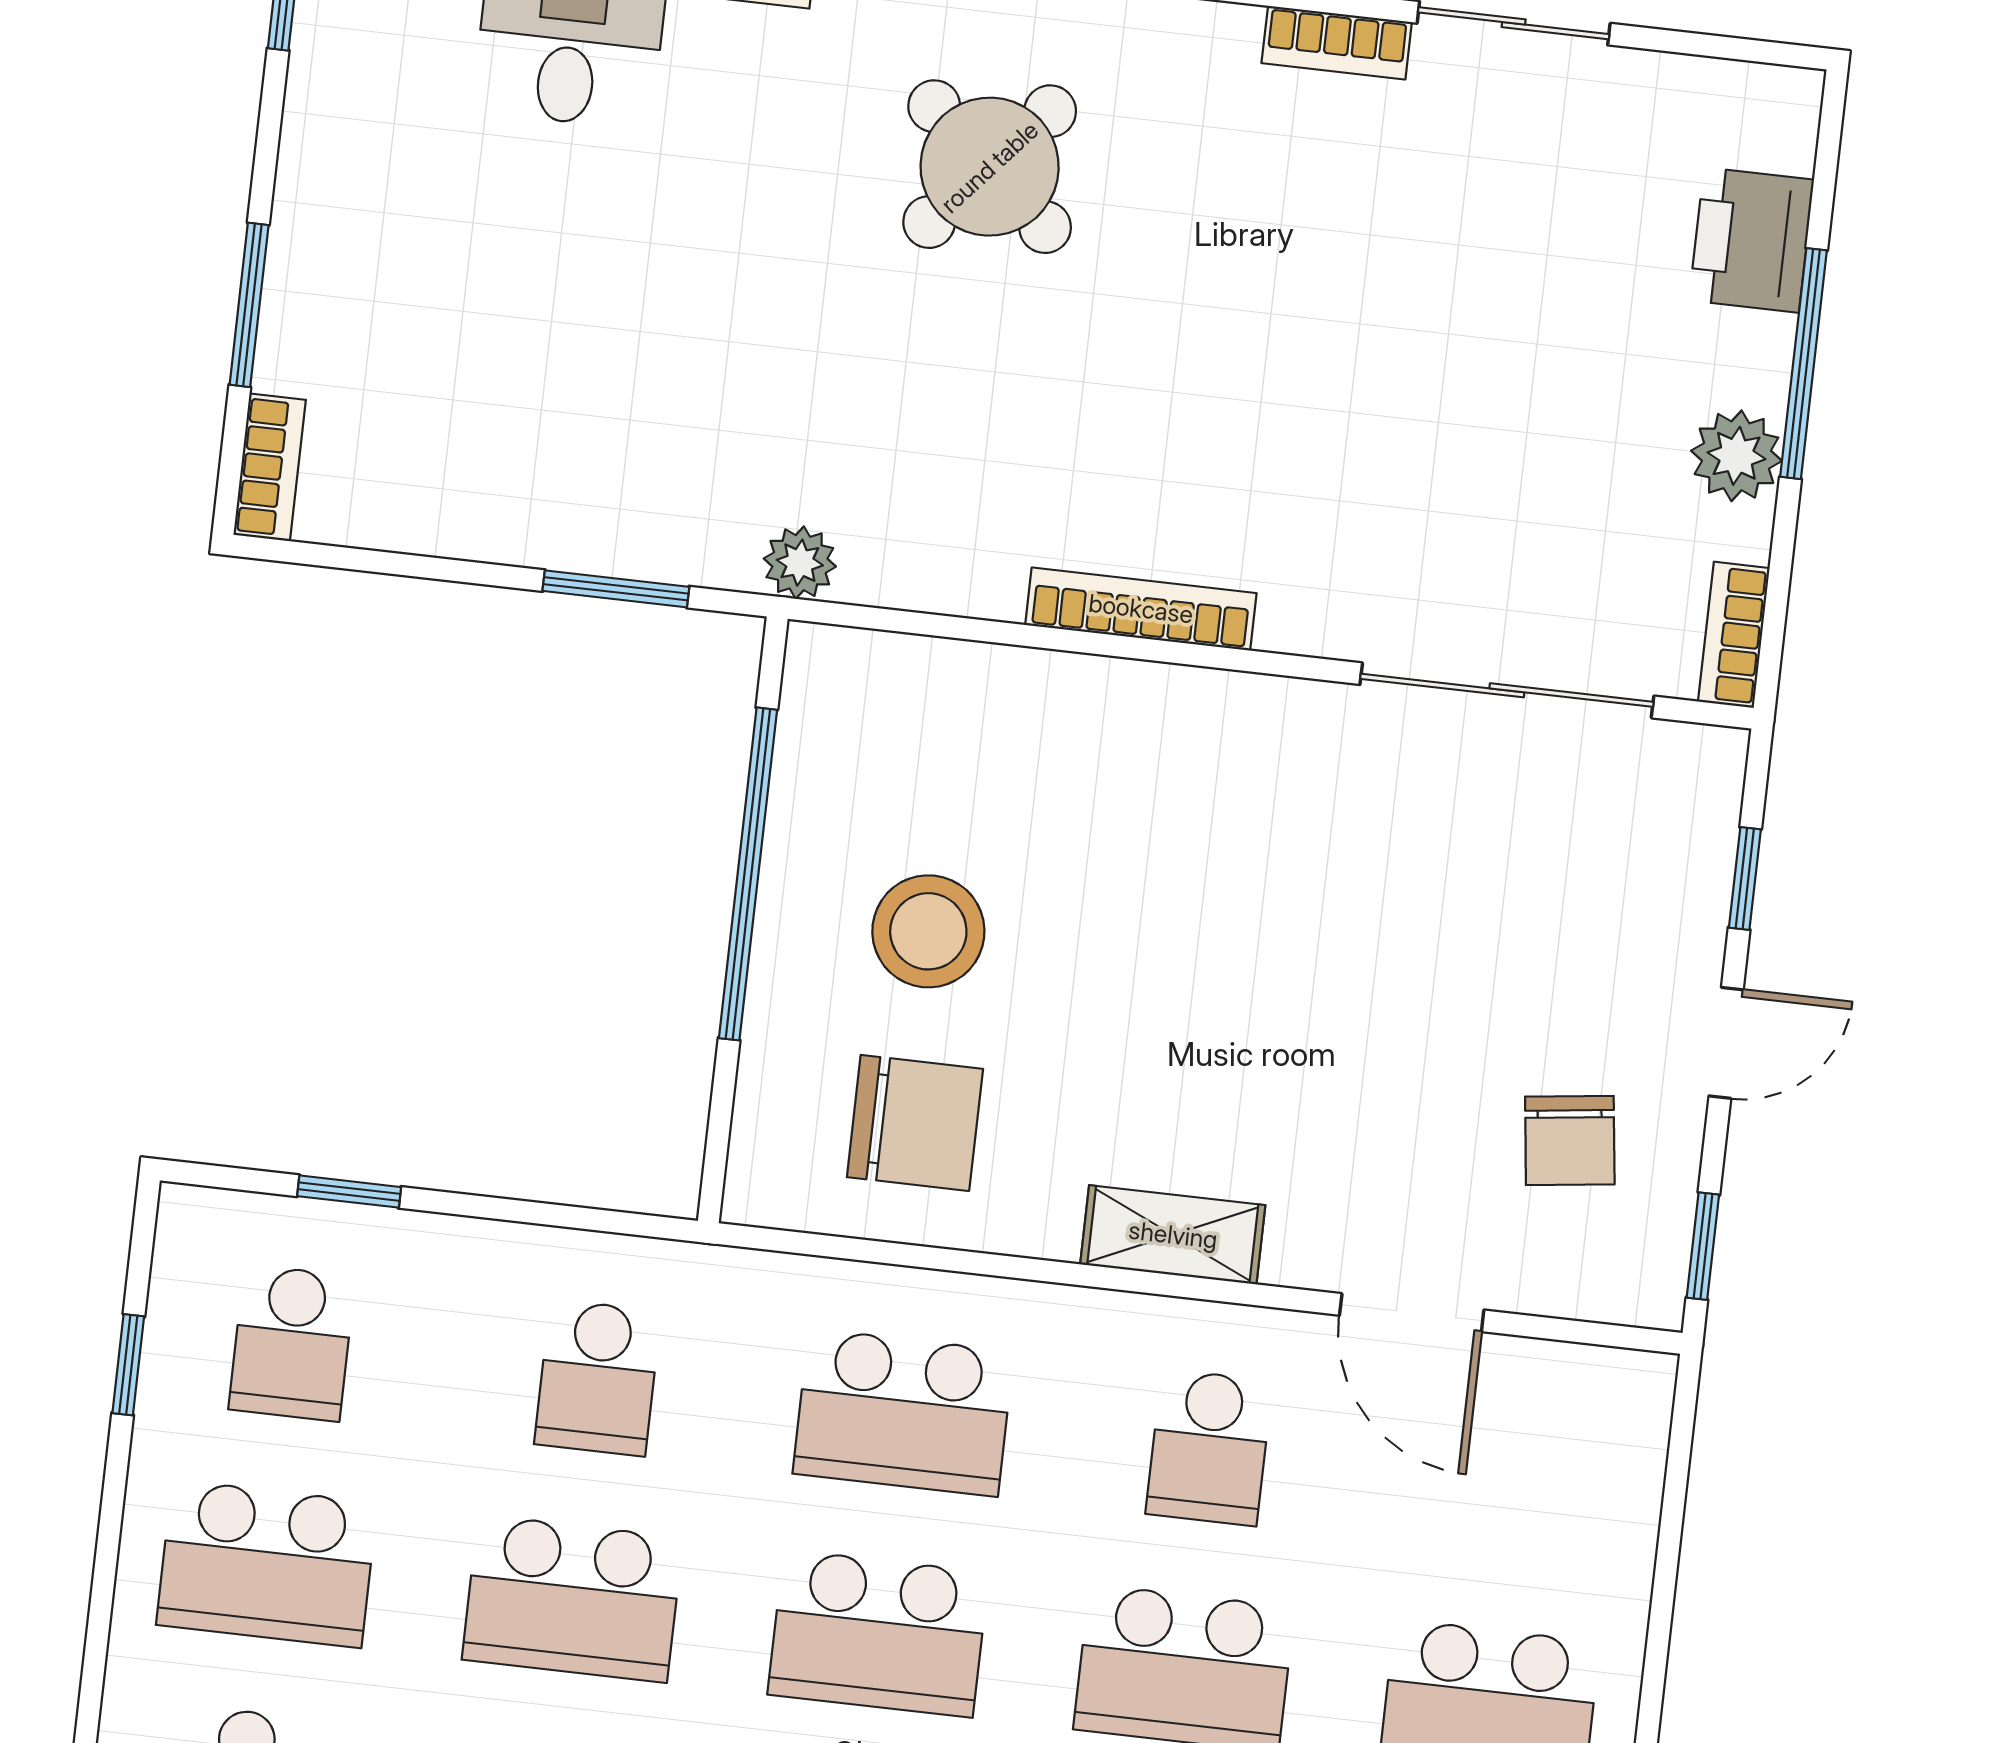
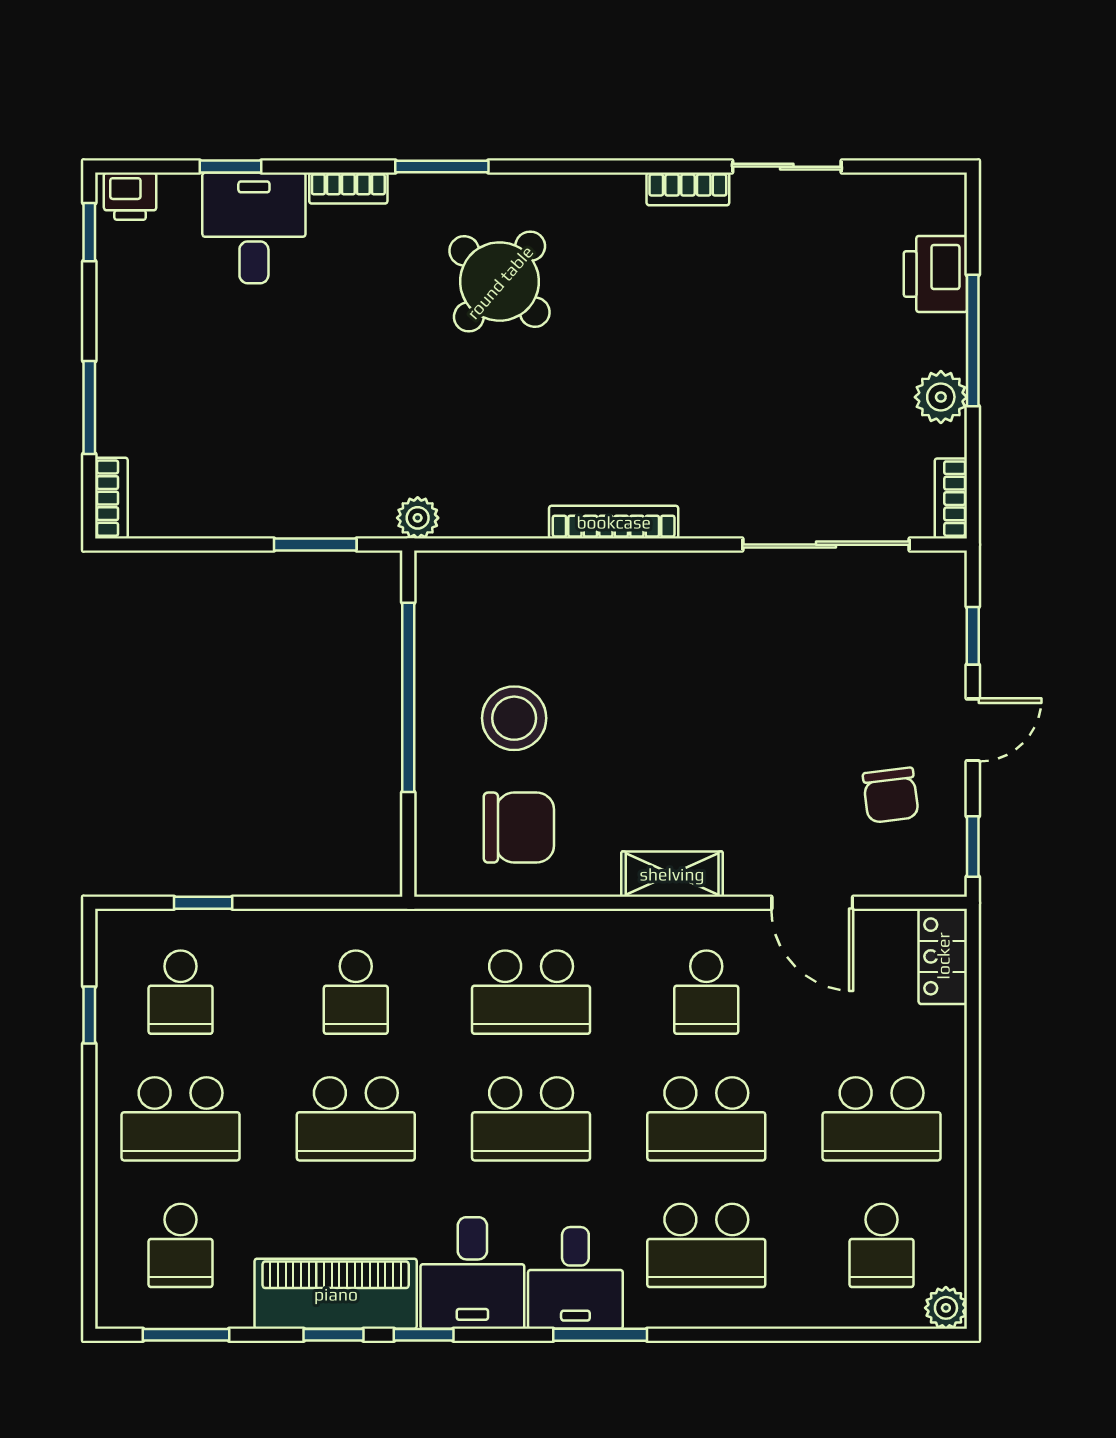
locker: (1629, 1432) -> (943, 956), added

